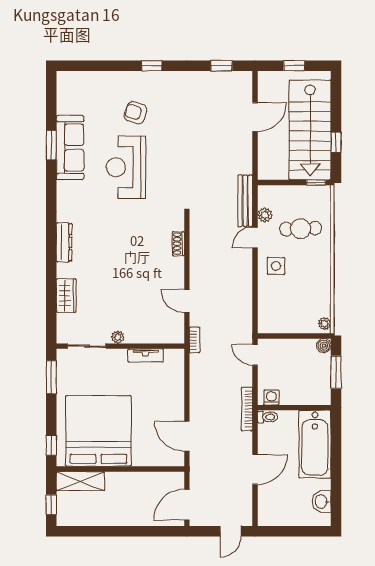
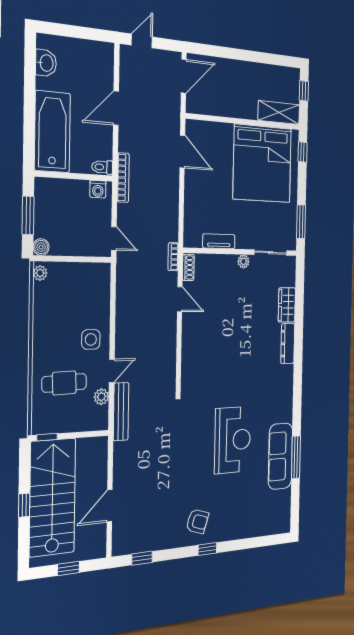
armchair: (136, 113) -> (197, 521), moved
window: (336, 142) -> (24, 505), moved
window: (51, 145) -> (296, 457), width x1.44
dresser: (64, 242) -> (288, 344), moved
shoe rack: (178, 244) -> (188, 267), moved

